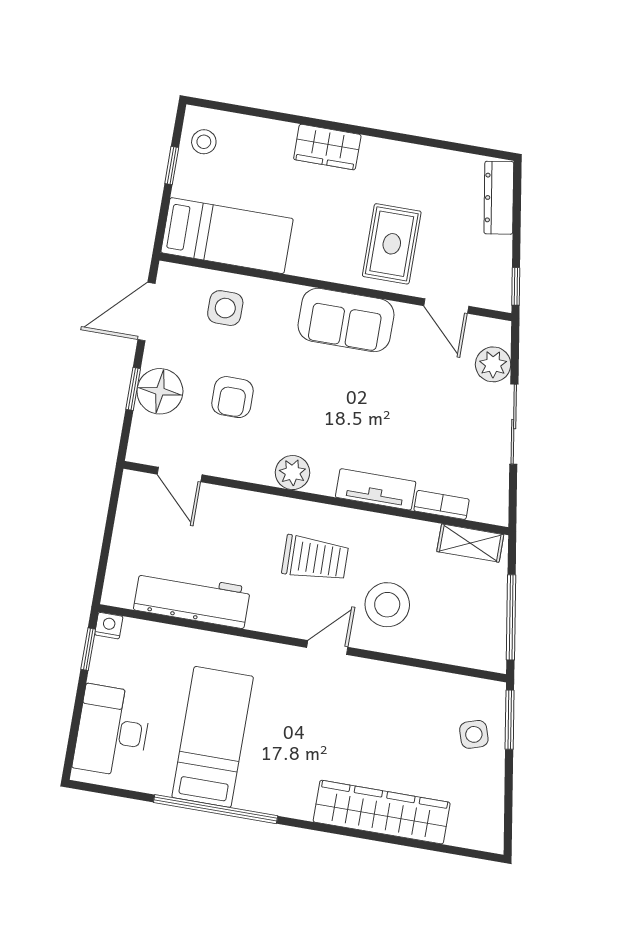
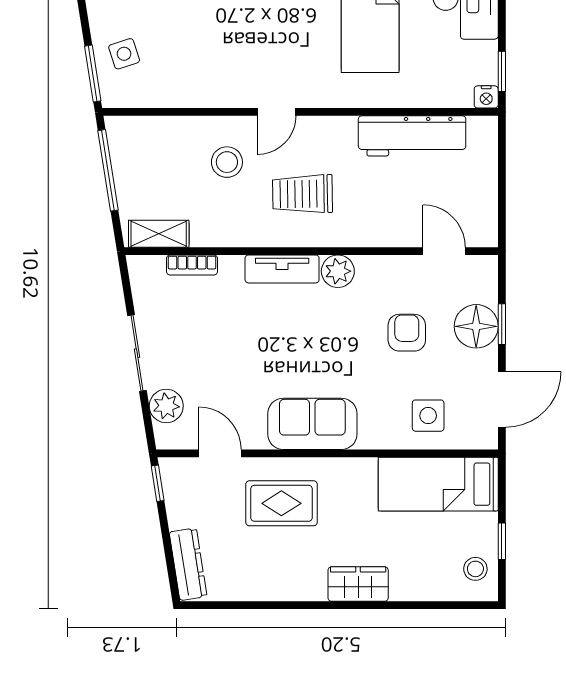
rug: (392, 244) -> (281, 503), turned 90
tv unit: (376, 489) -> (282, 269), moved
stool: (387, 605) -> (227, 162), width x0.73, depth x0.73

